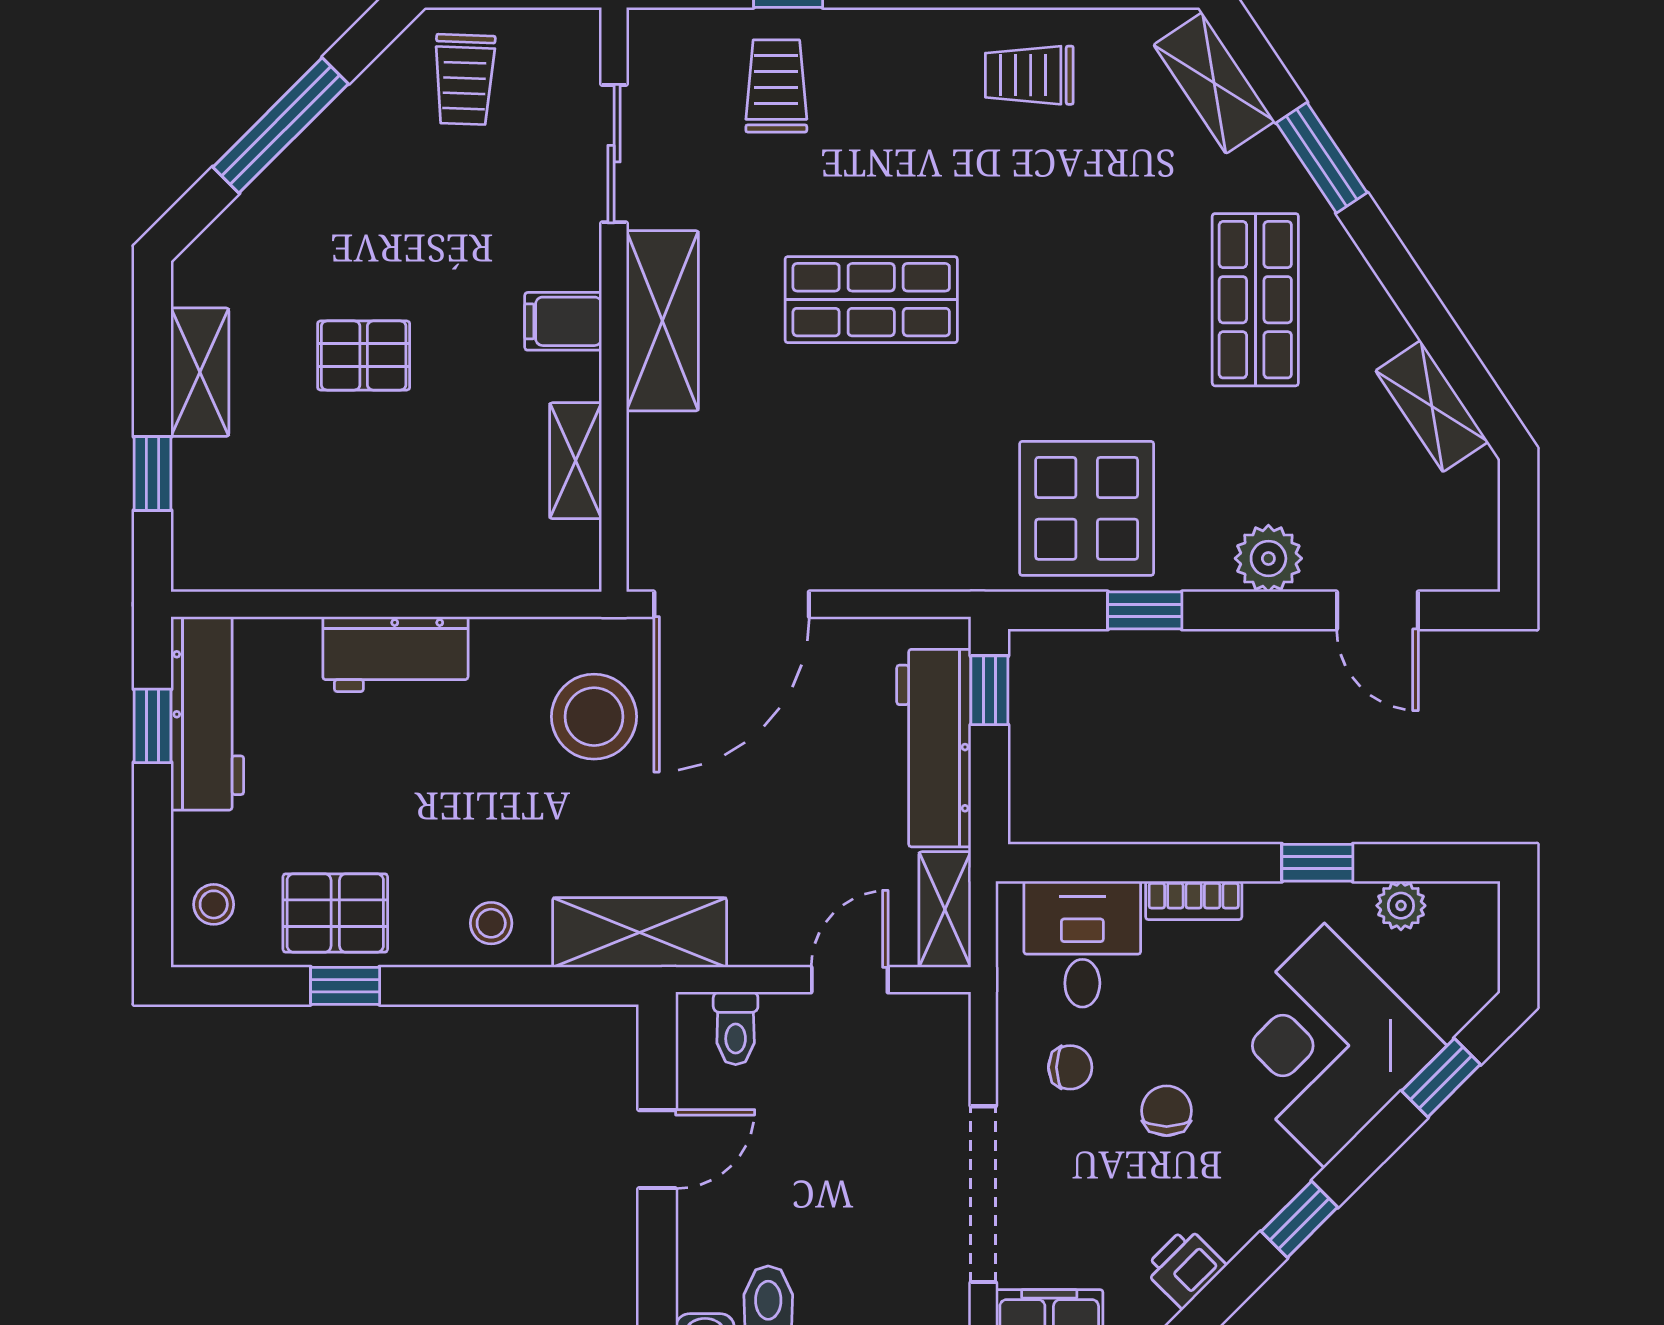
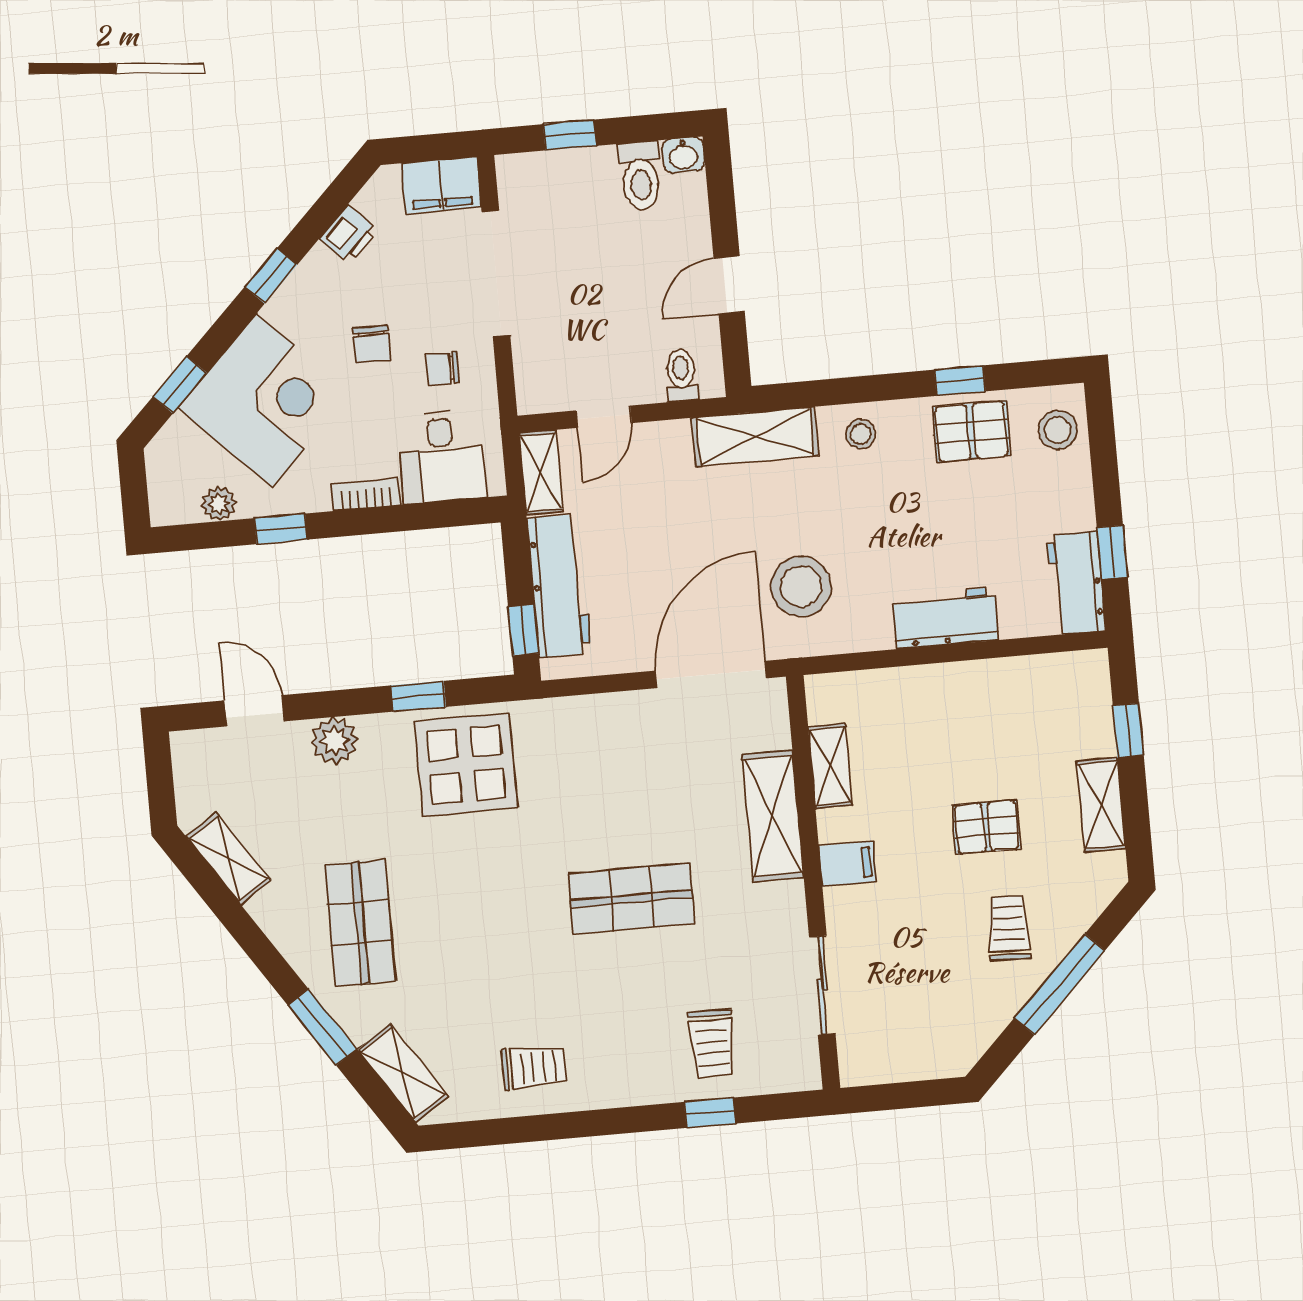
trolley: (464, 79) -> (1009, 928), moved
shelving: (662, 321) -> (773, 816), moved
workbench: (207, 713) -> (1076, 583), width x0.73
stool: (214, 904) -> (1058, 430), width x1.37, depth x1.37

